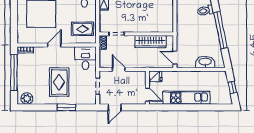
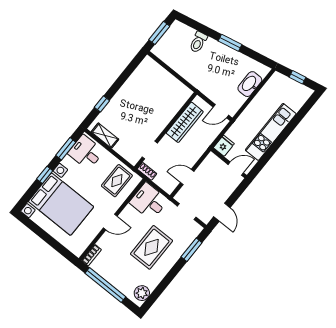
window: (220, 30) -> (230, 43), width x0.47
door: (54, 45) -> (110, 222), swing flipped
rug: (59, 82) -> (152, 247), turned 90
window: (66, 107) -> (192, 250), moved

